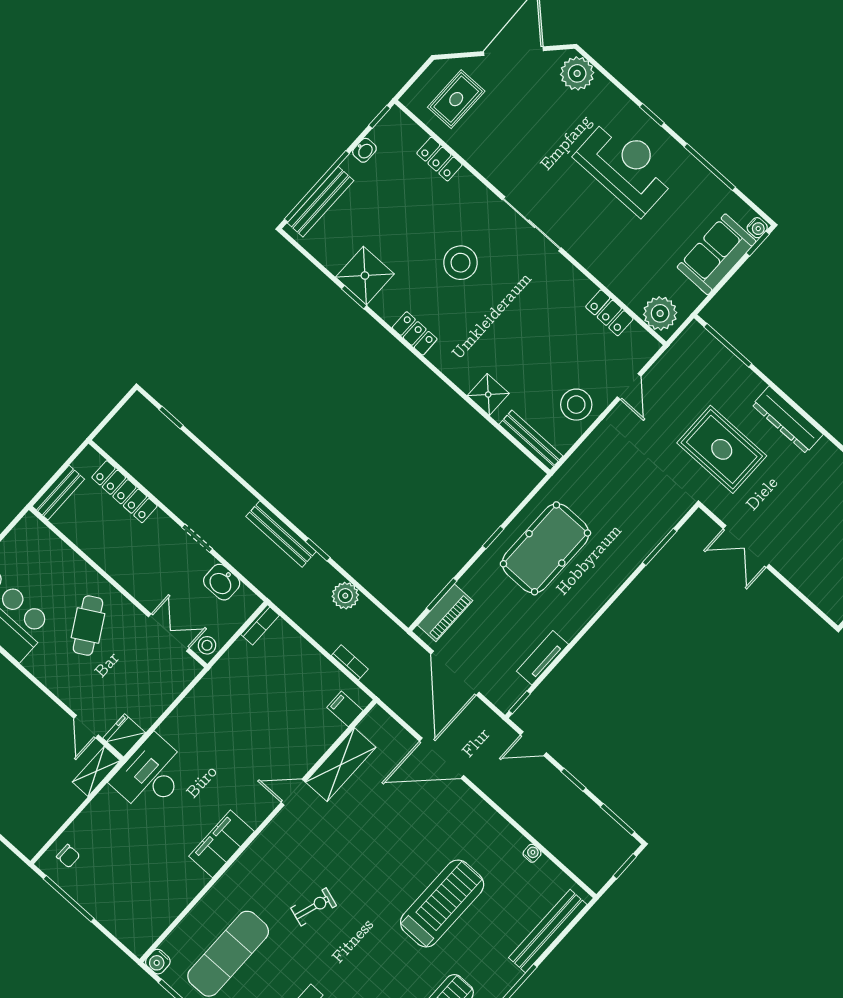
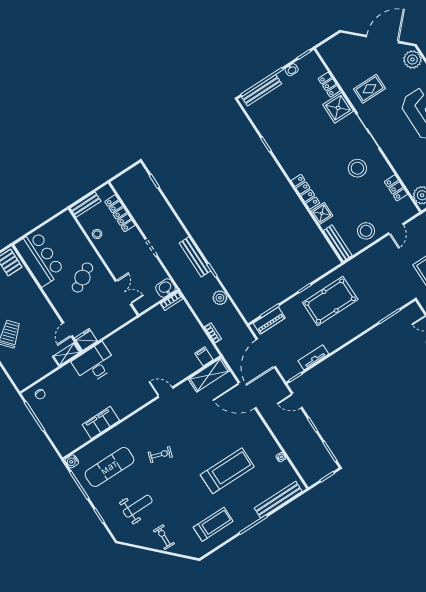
rug: (456, 99) -> (369, 89), moved
stool: (461, 263) -> (357, 168), moved
shower: (365, 276) -> (338, 108), moved
locker: (415, 333) -> (305, 192), moved, width x1.53
washbasin: (222, 582) -> (165, 288), moved, turned 90
stool: (207, 645) -> (97, 234), moved
shelving: (341, 765) -> (209, 375), moved
filing cabinet: (221, 844) -> (101, 422), moved

